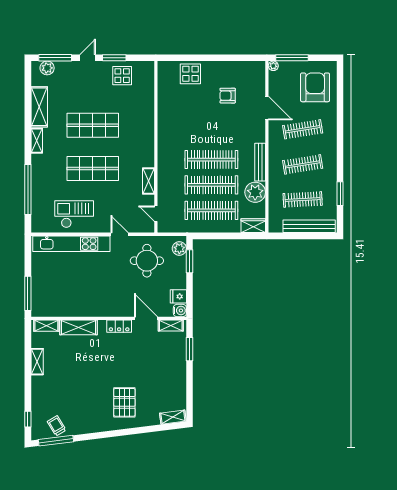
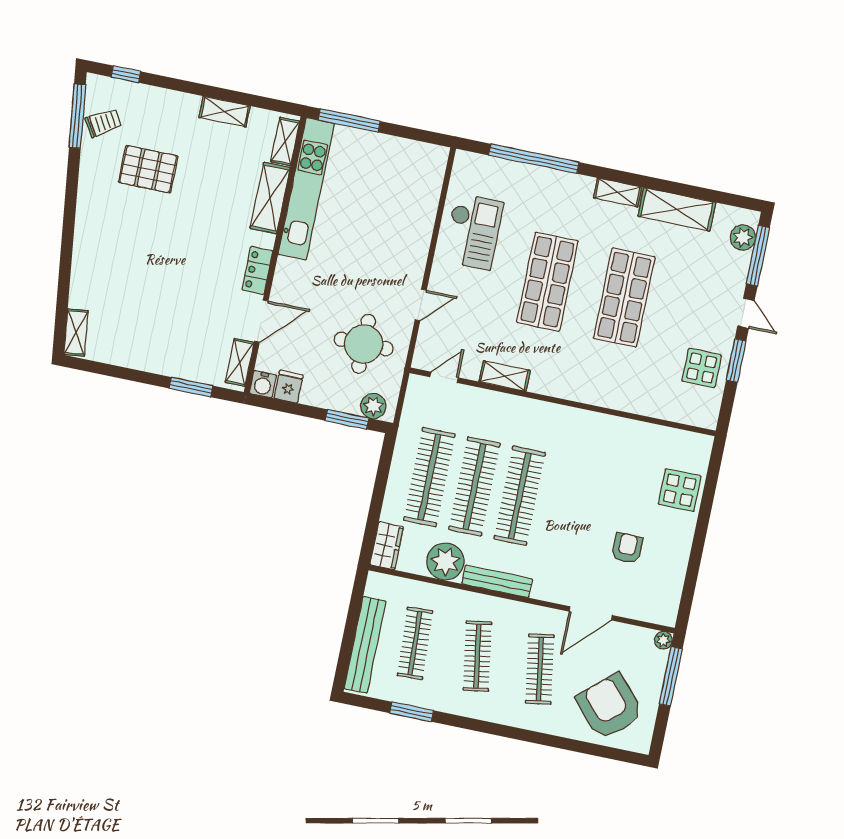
armchair: (315, 87) -> (610, 707), turned -132
kitchen unit: (71, 244) -> (306, 189), moved, turned 180
pallet: (124, 402) -> (148, 169), moved

